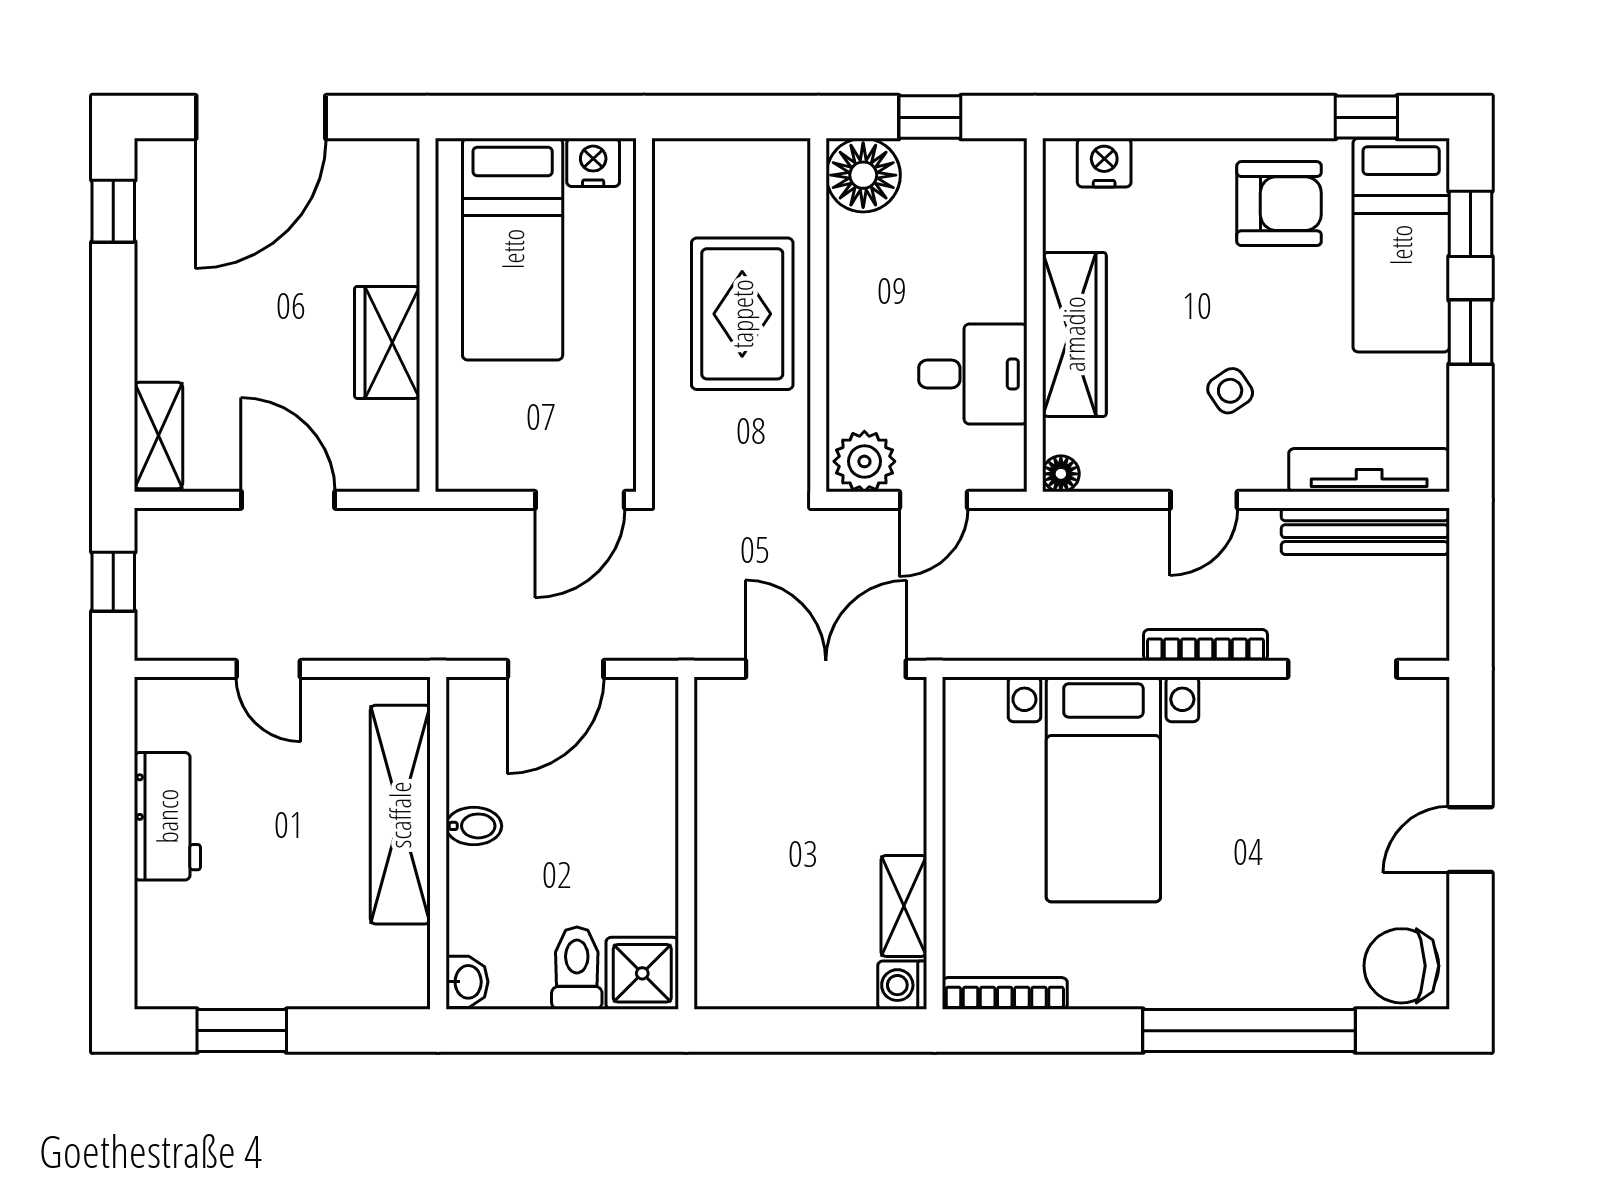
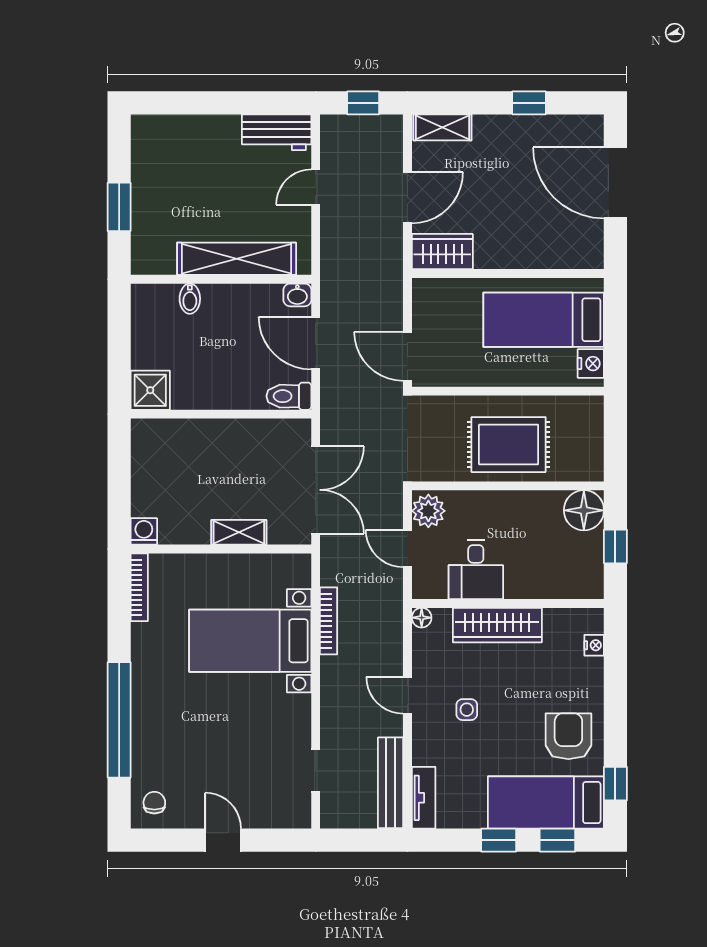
nightstand: (1104, 163) -> (594, 645), width x0.72, depth x0.74
armchair: (1279, 204) -> (568, 736), turned 180
window: (113, 211) -> (529, 103), moved
wardrobe: (387, 342) -> (442, 252), moved
side table: (1230, 391) -> (467, 710), turned 34
tv unit: (1369, 470) -> (424, 798), width x0.71
bookcase: (1206, 645) -> (329, 621), moved
doorway: (1342, 669) -> (316, 770), width x0.73
workbench: (167, 816) -> (277, 132), moved
bidet: (474, 826) -> (190, 299), moved
shelving: (904, 906) -> (239, 532), moved
chair: (1401, 966) -> (154, 803), width x0.54, depth x0.54
toilet: (577, 968) -> (289, 396), moved, turned 180
washbasin: (467, 982) -> (297, 295), moved
window: (242, 1031) -> (119, 207), moved

